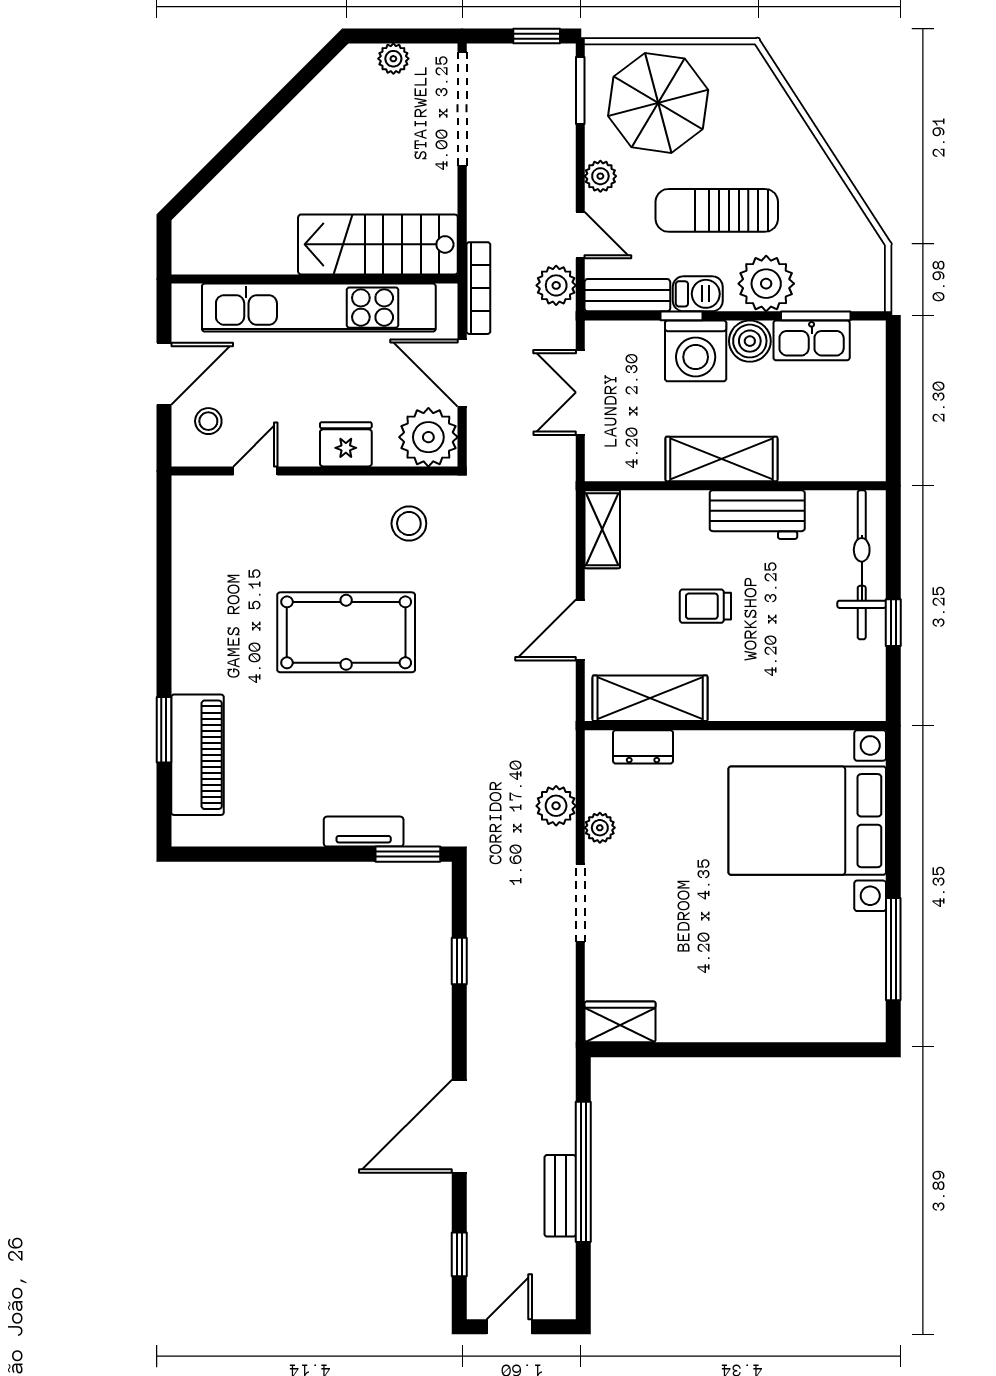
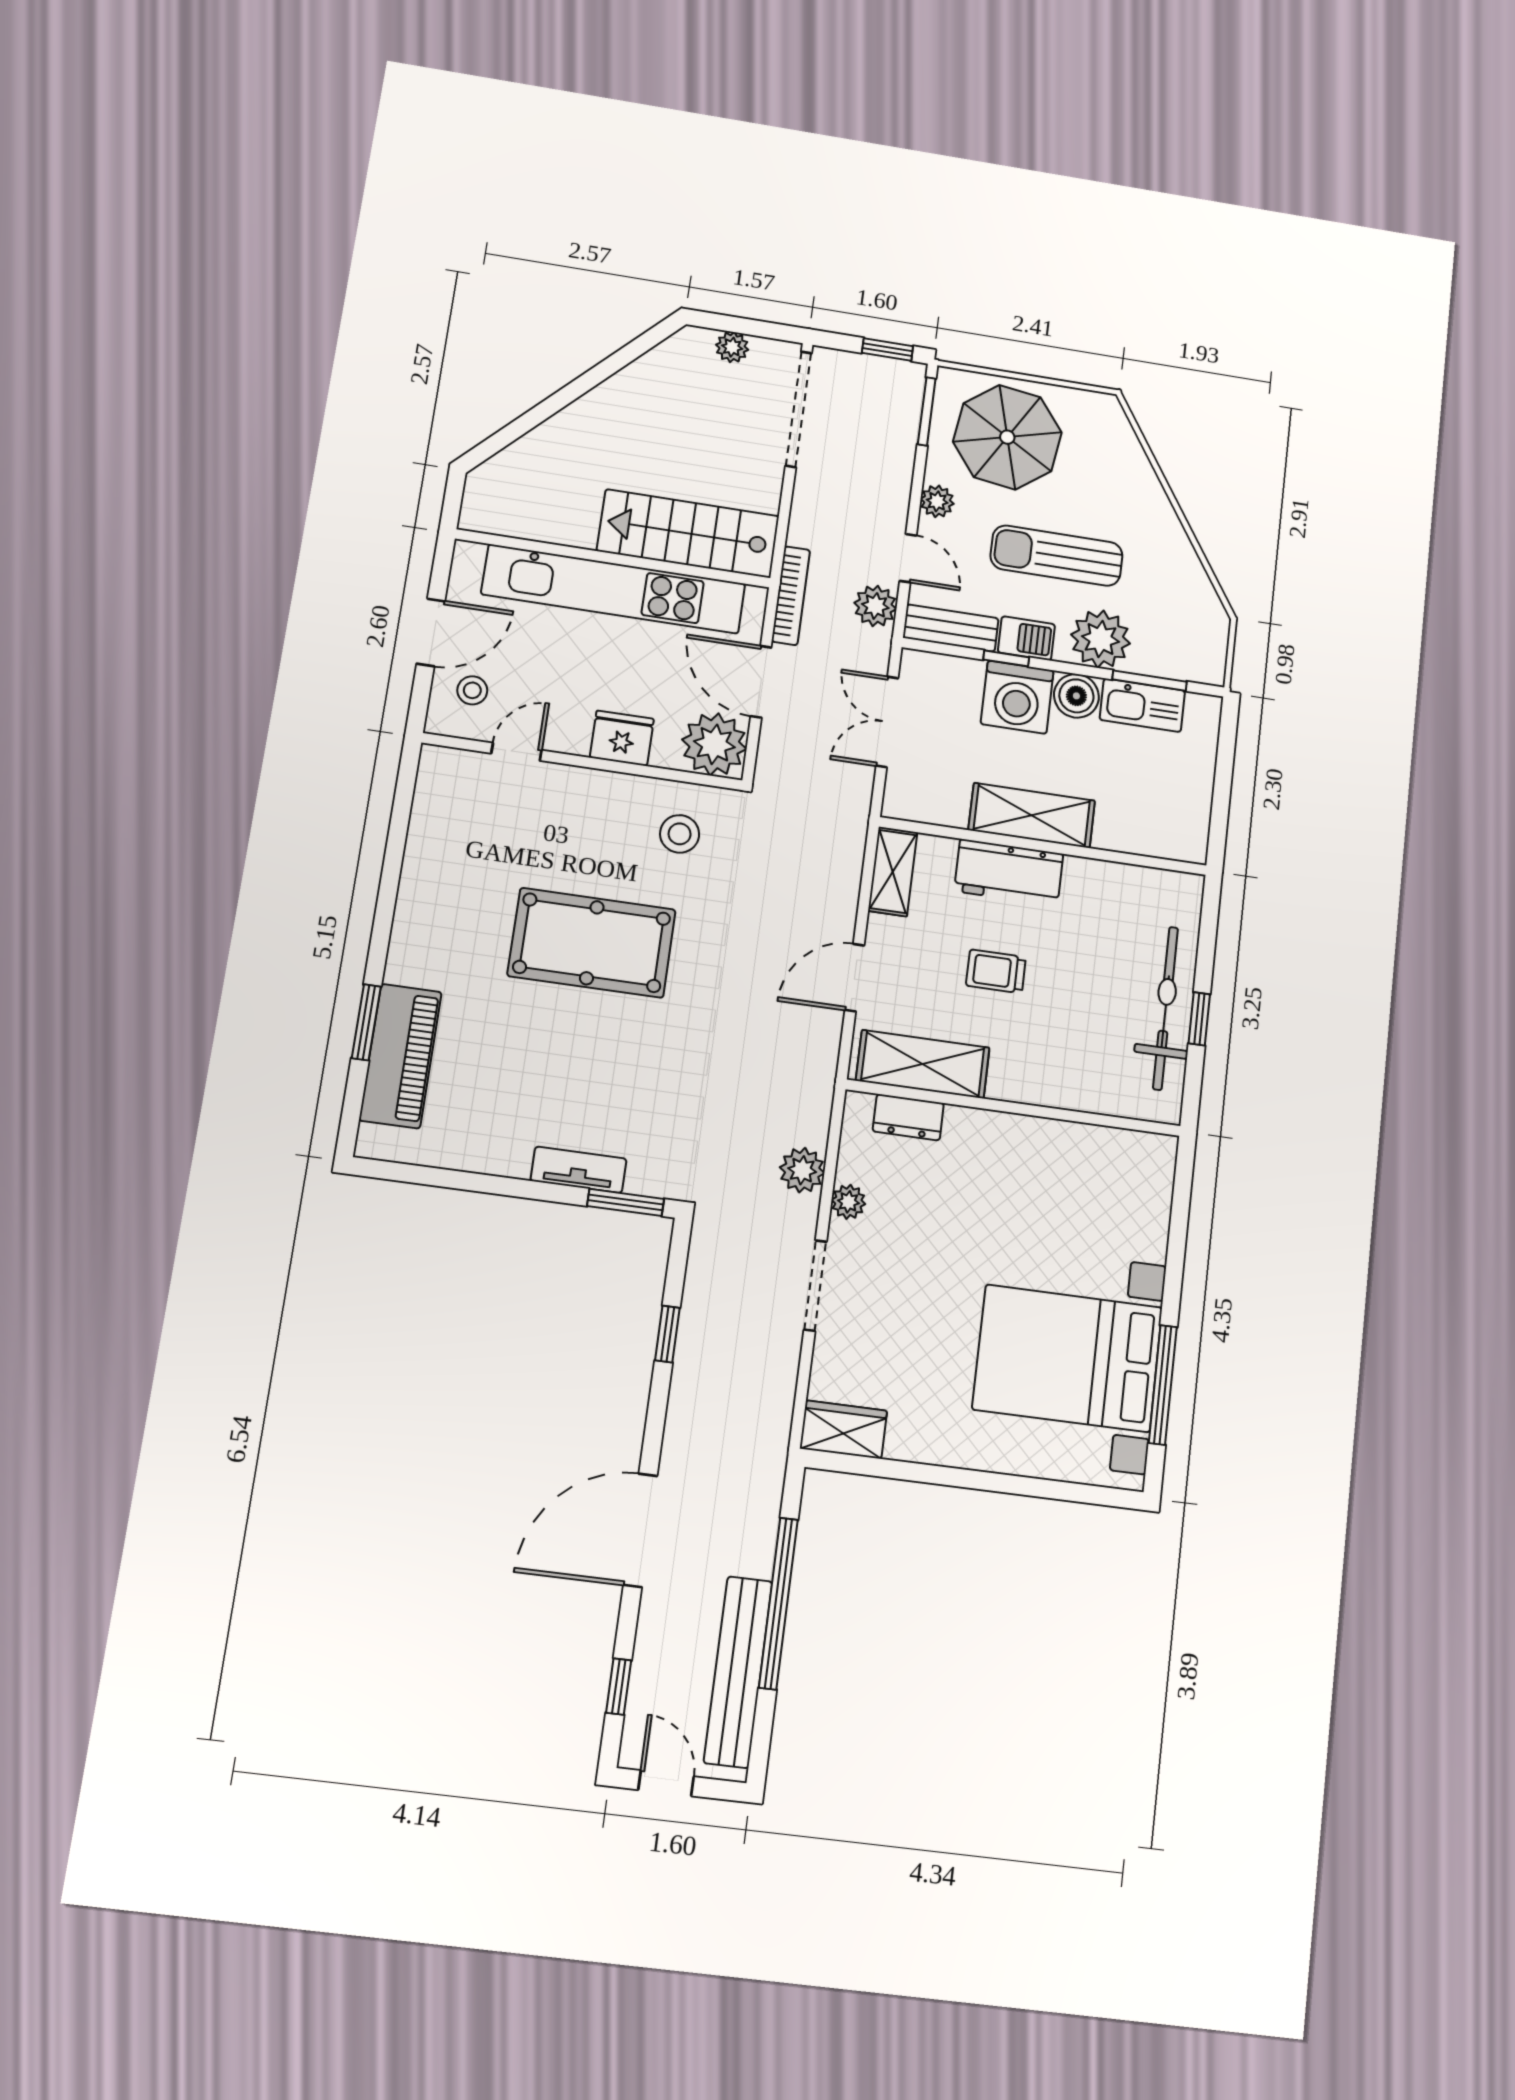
workbench: (757, 515) -> (1009, 872), moved
bicycle: (862, 565) -> (1165, 1008), moved
bed with nightstands: (807, 821) -> (1068, 1358), moved
bench: (560, 1196) -> (738, 1672), width x1.86, depth x1.21
door: (509, 1327) -> (666, 1783), hinge flipped

